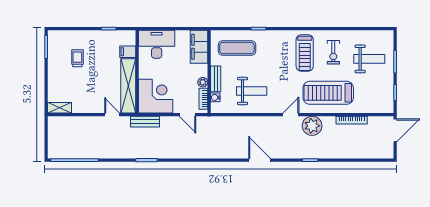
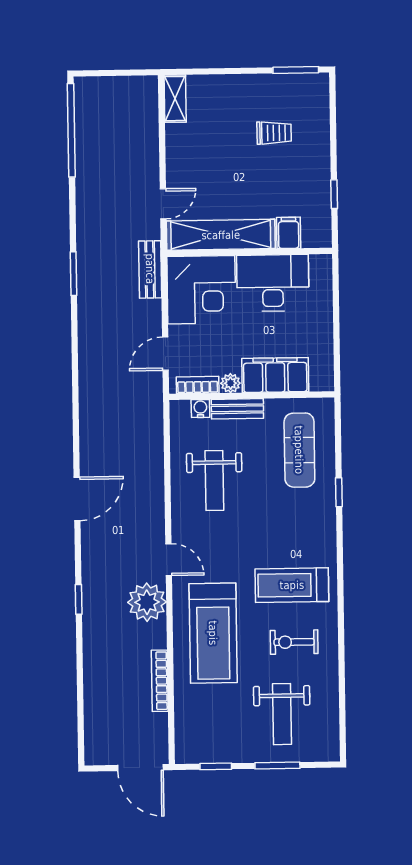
desk: (157, 44) -> (273, 283), moved, turned -90
filing cabinet: (199, 47) -> (275, 375), moved
treadmill: (328, 93) -> (213, 633), turned 180

